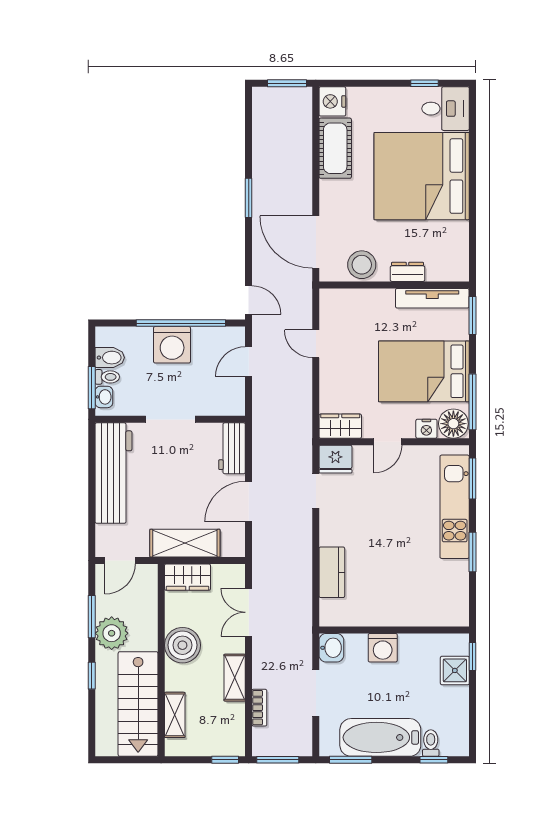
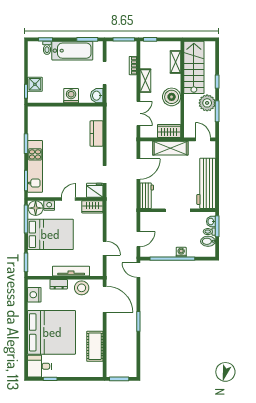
nightstand: (332, 101) -> (34, 295), moved, turned 180
tv unit: (432, 298) -> (71, 271), moved
washing machine: (172, 345) -> (181, 252), width x0.53, depth x0.53
door: (120, 560) -> (203, 139), hinge flipped

